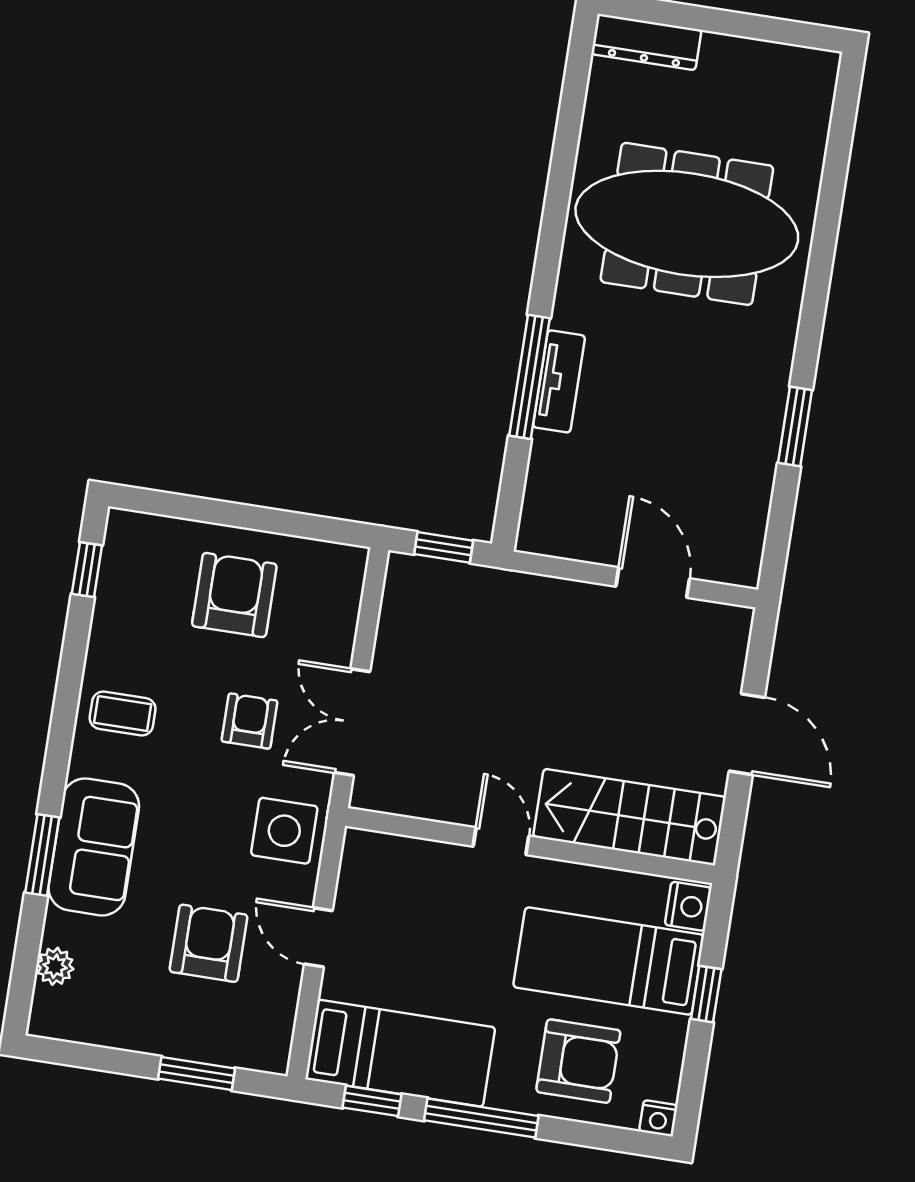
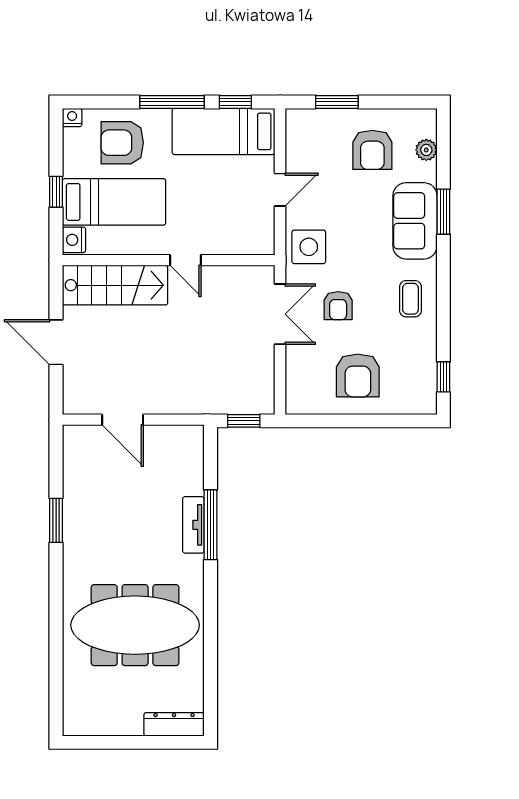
coffee table: (123, 713) -> (410, 299), turned 90
door: (318, 937) -> (280, 190), hinge flipped
armchair: (209, 943) -> (372, 150), moved

